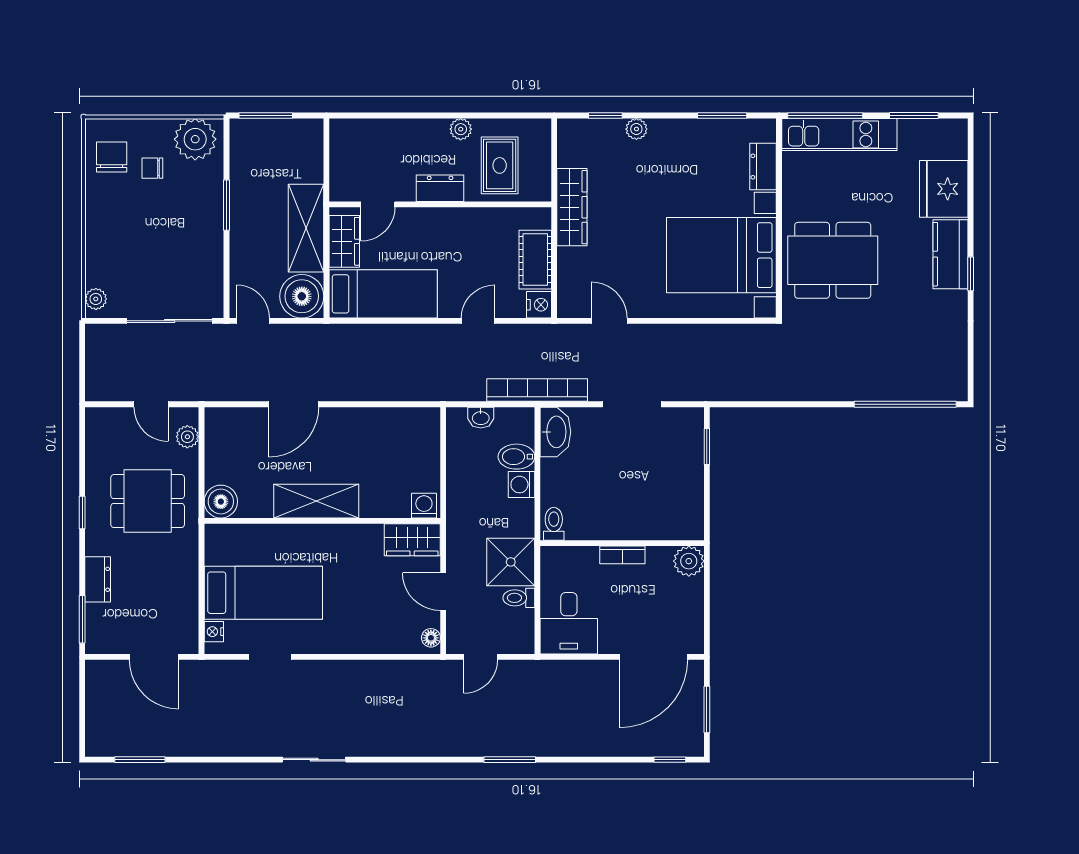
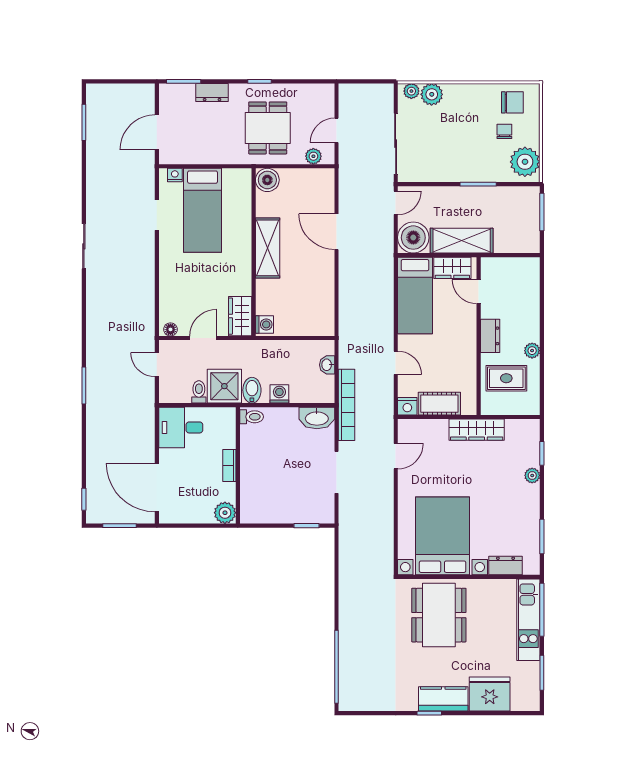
plant: (100, 270) -> (432, 94), added
bidet: (516, 457) -> (252, 390), moved

